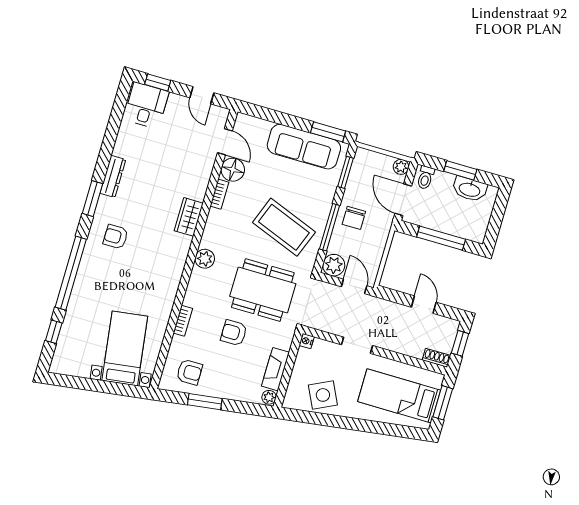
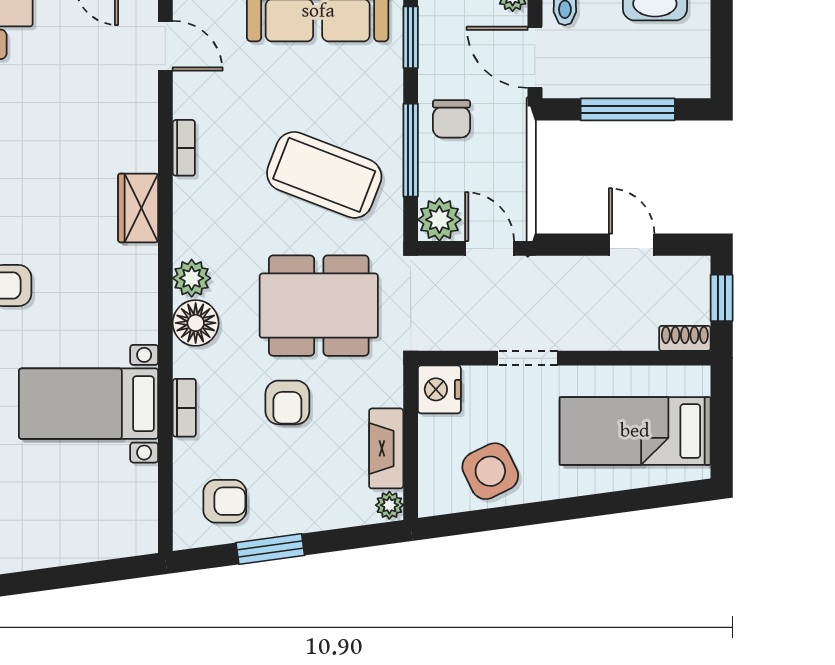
floor lamp: (233, 170) -> (196, 323), moved
armchair: (234, 333) -> (287, 402), turned -90
nightstand: (307, 341) -> (439, 389), width x1.89, depth x1.79
bed with nightstands: (125, 348) -> (88, 404), moved, turned -82
window: (443, 403) -> (722, 420), removed

